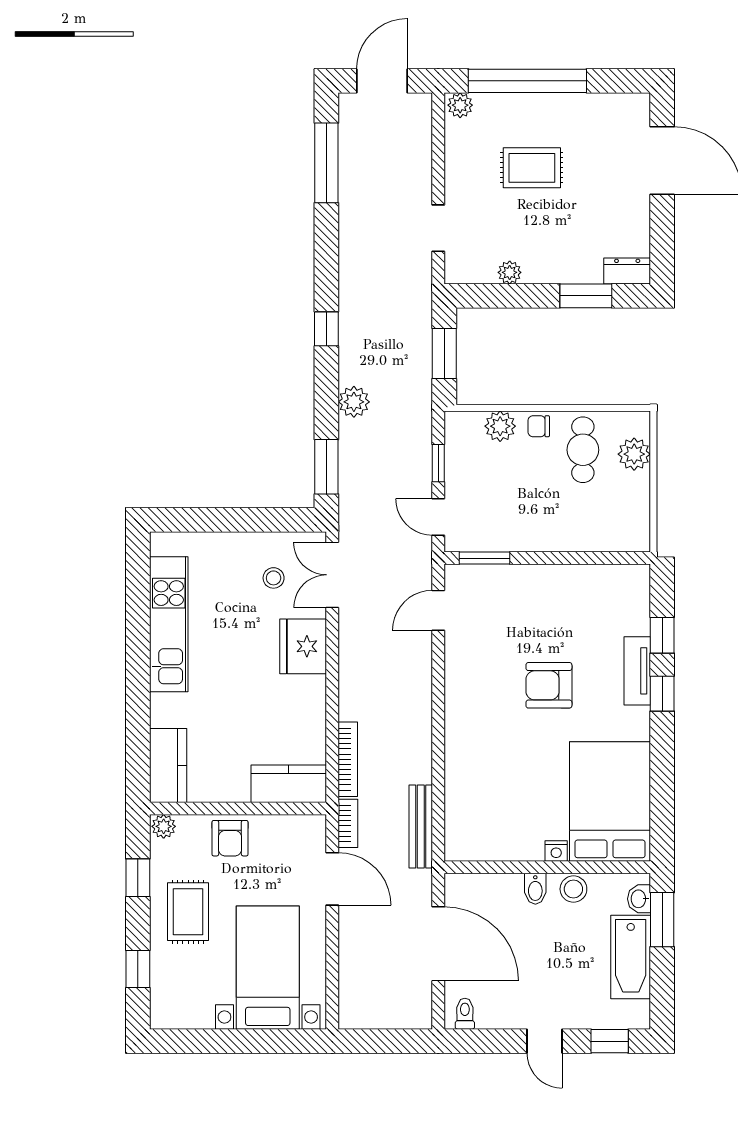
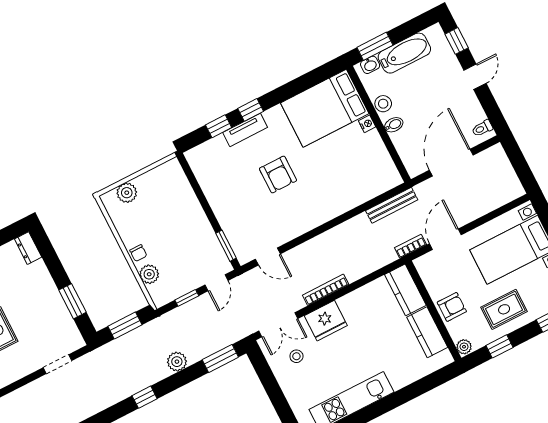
plant: (510, 272) -> (62, 312), removed
window: (586, 296) -> (72, 301), moved
cafe table: (583, 450) -> (139, 222), removed
bookcase: (348, 759) -> (326, 290), moved
kitchen counter: (168, 766) -> (427, 332), moved, turned -90

